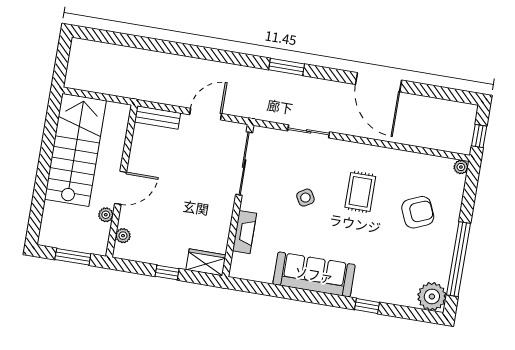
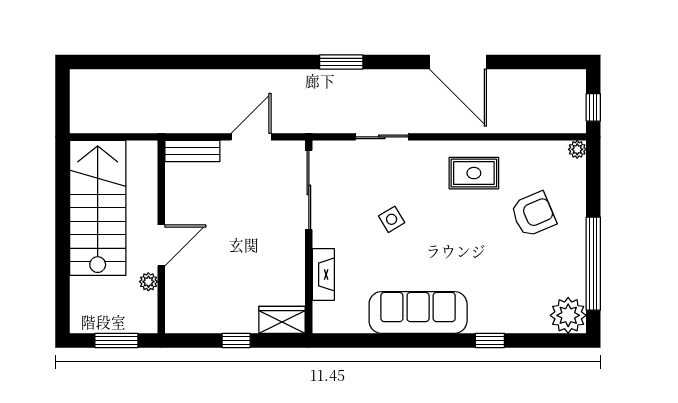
rug: (360, 192) -> (474, 173), moved, turned 90
plant: (123, 236) -> (174, 304), removed

